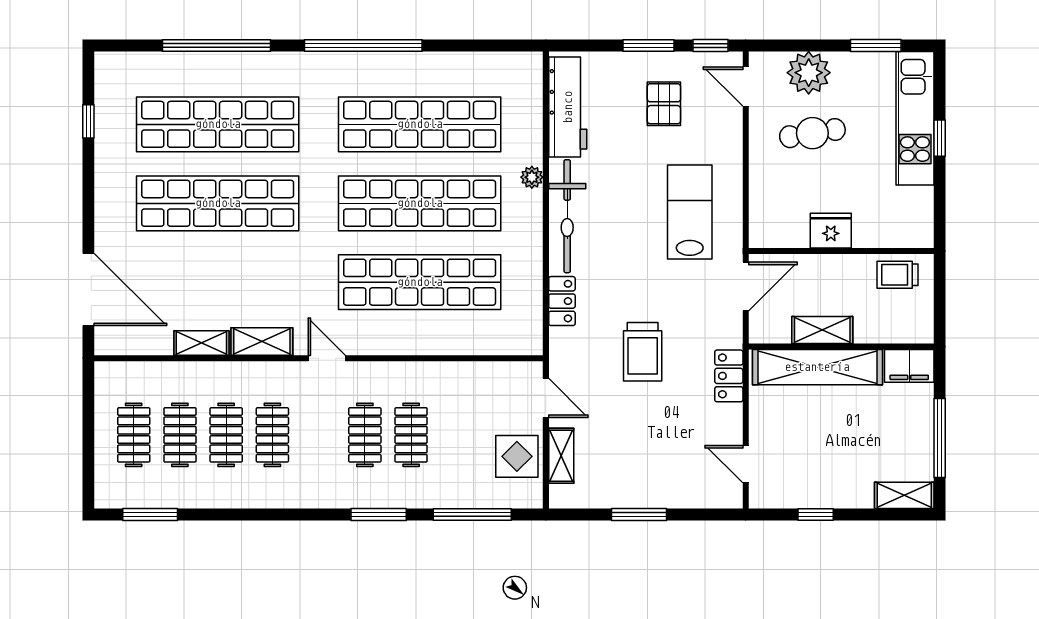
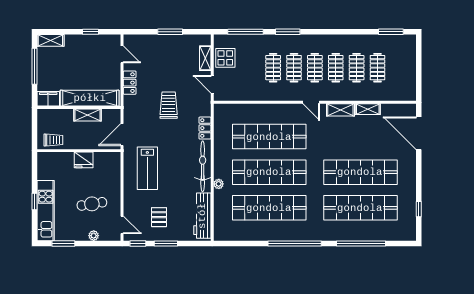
plant: (809, 73) -> (94, 236), width x0.53, depth x0.53
locker: (729, 376) -> (130, 83), moved
clothes rail: (134, 435) -> (315, 68), moved

